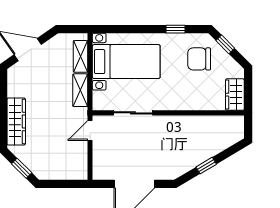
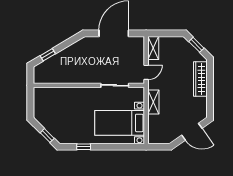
shelving: (80, 56) -> (153, 48), moved
chair: (199, 59) -> (66, 125), removed
wardrobe: (235, 95) -> (40, 99), removed
window: (206, 166) -> (48, 55), moved

